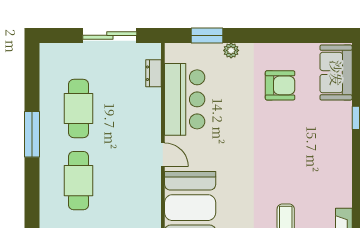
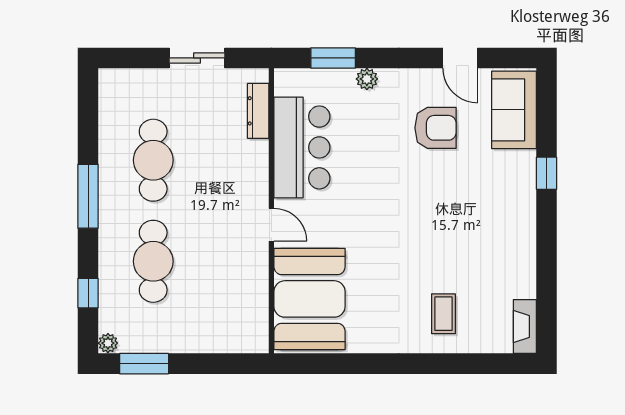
sliding door: (110, 35) -> (197, 58), width x0.73
door: (298, 35) -> (460, 58), added
dresser: (153, 73) -> (258, 111), width x1.44
window: (32, 203) -> (88, 293), added

